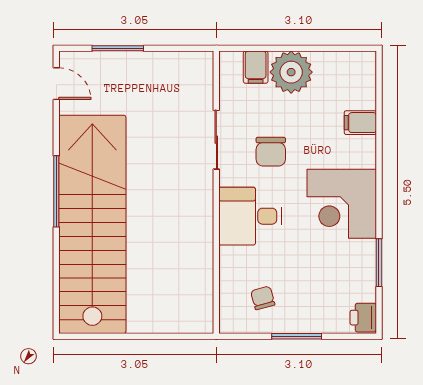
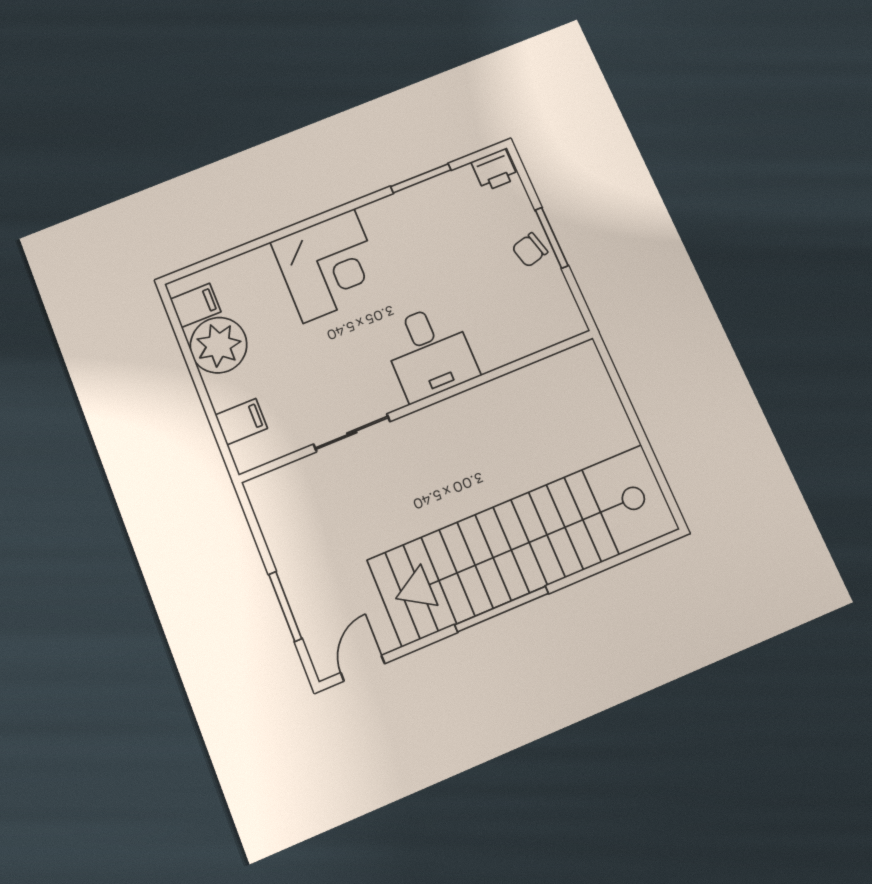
plant: (291, 72) -> (219, 345), moved
filing cabinet: (360, 123) -> (196, 305), moved, turned -90
chair: (271, 152) -> (339, 360), removed
corner desk: (342, 204) -> (329, 266), moved
chair: (263, 298) -> (530, 250), moved

